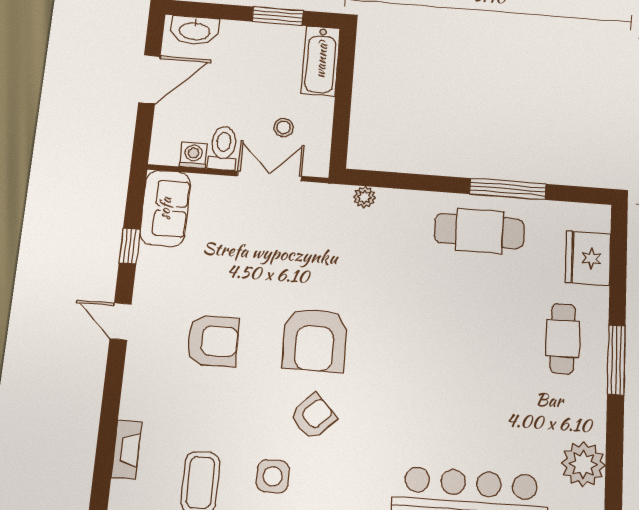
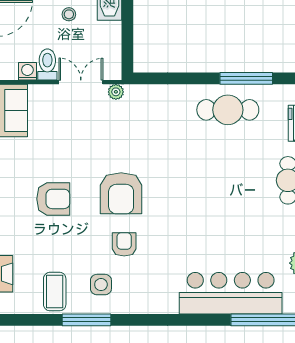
stool: (284, 127) -> (69, 14), moved
plant: (364, 197) -> (116, 92), moved
armchair: (313, 417) -> (124, 244), turned -46

